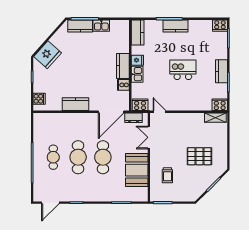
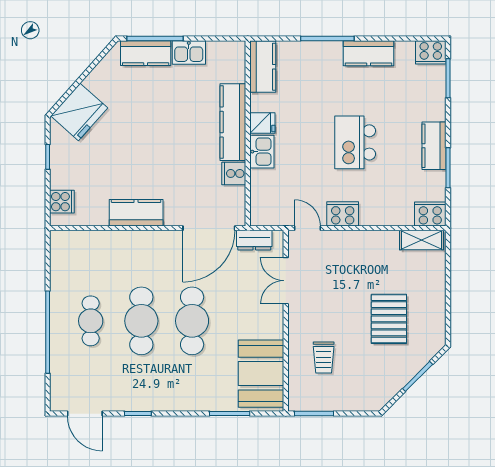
kitchen counter: (175, 26) -> (369, 53), moved
kitchen counter: (123, 66) -> (233, 122), width x1.50
kitchen island: (183, 70) -> (355, 142), turned -90
cooker: (140, 105) -> (343, 214), moved
pallet: (199, 156) -> (389, 319), turned 90
booth: (137, 170) -> (261, 374), moved
door: (50, 203) -> (85, 414), hinge flipped

